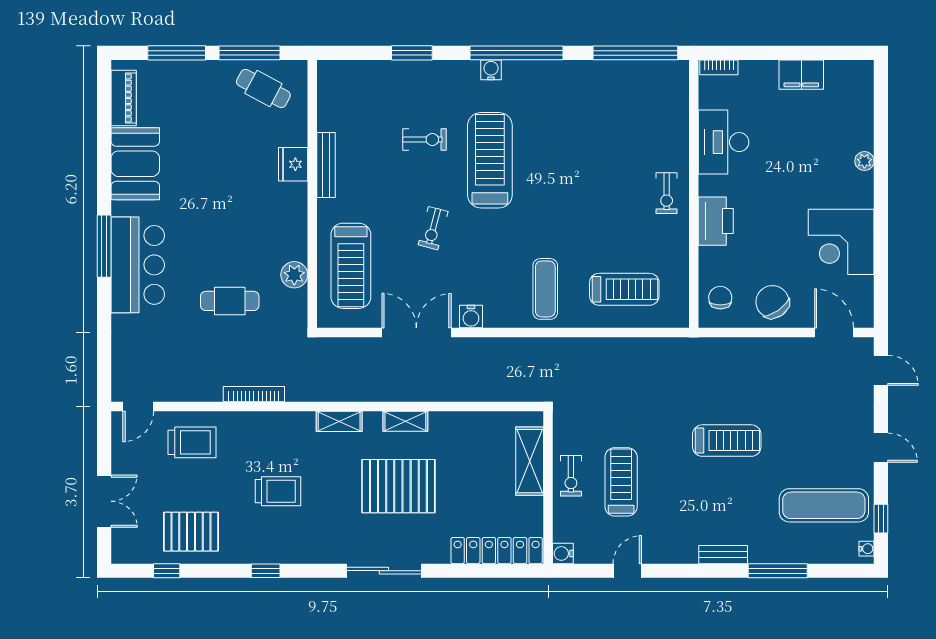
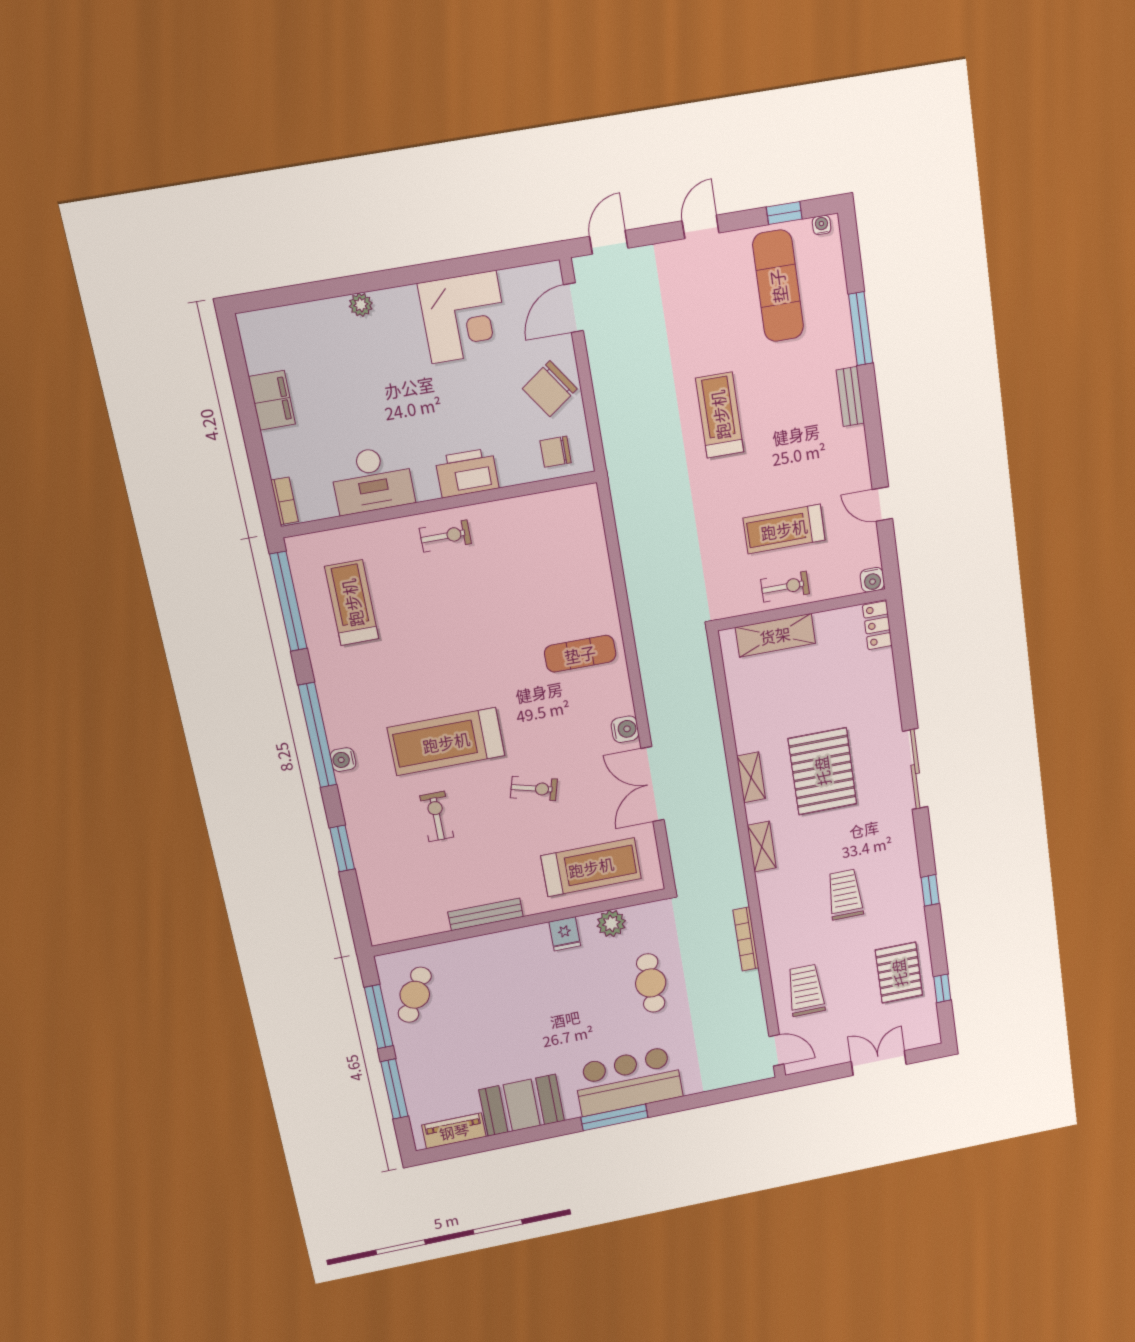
fridge: (293, 164) -> (565, 934), moved, width x0.72
treadmill: (624, 289) -> (352, 603), moved
locker: (497, 551) -> (877, 625), width x0.46, depth x0.83

